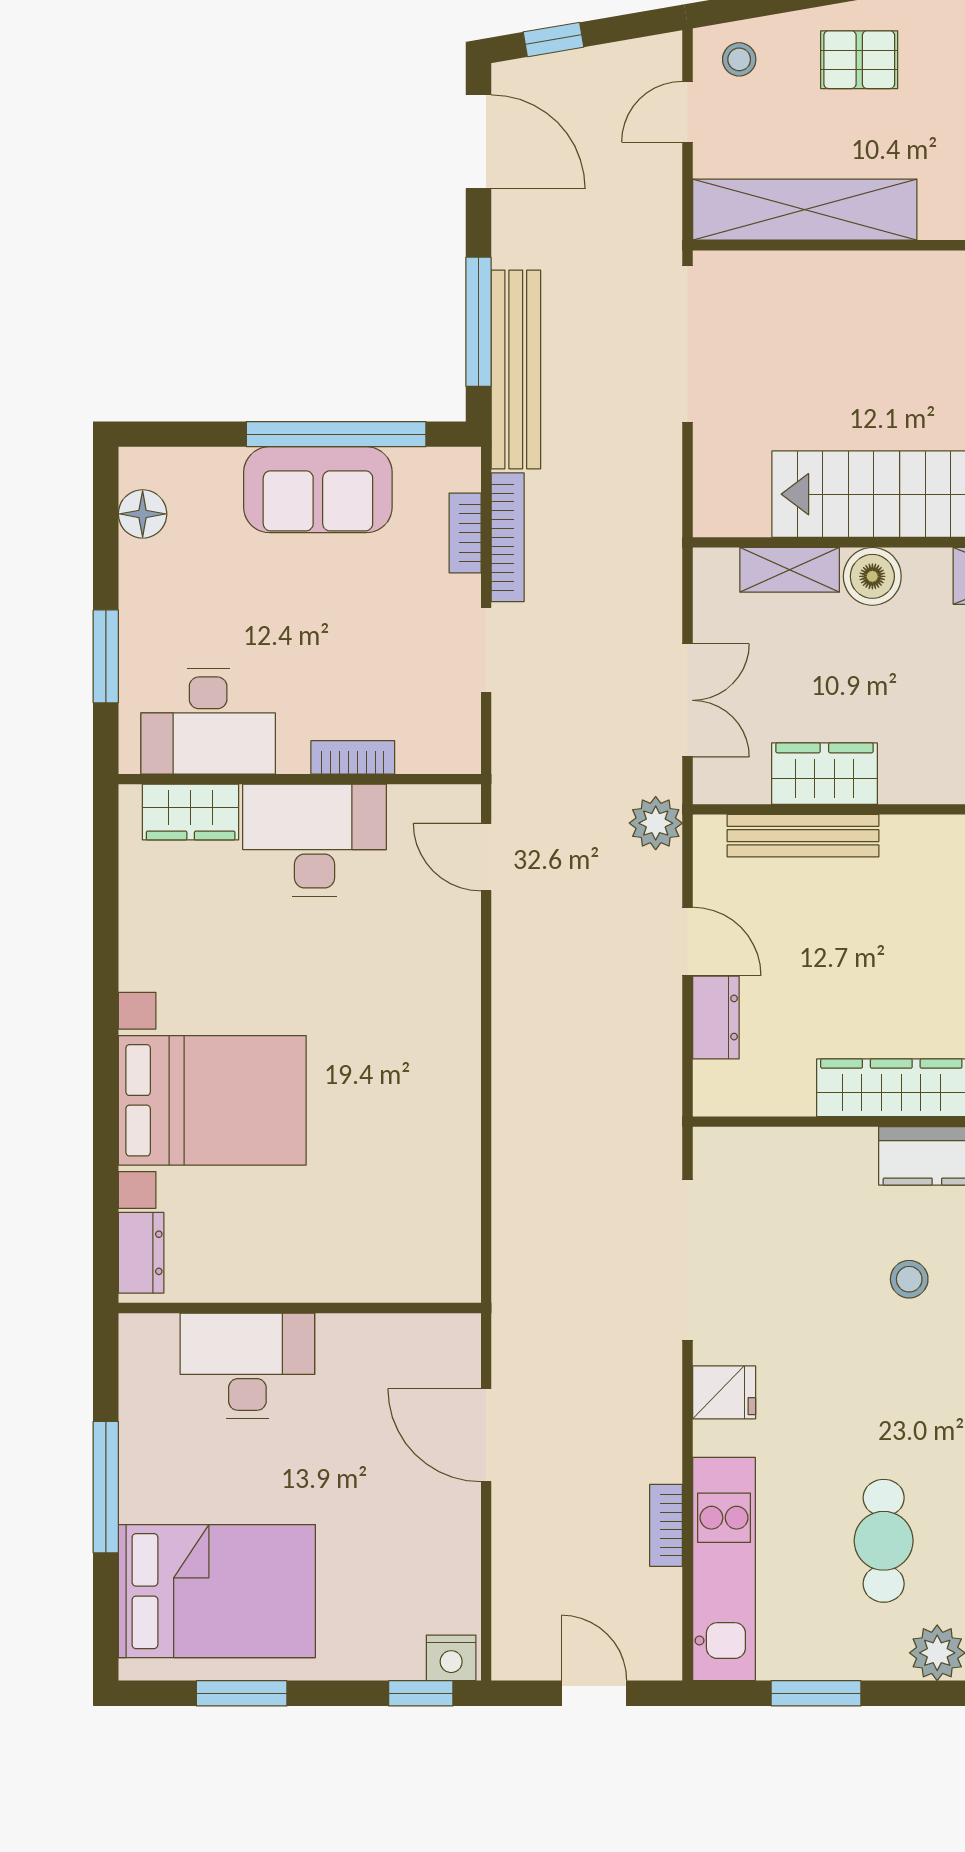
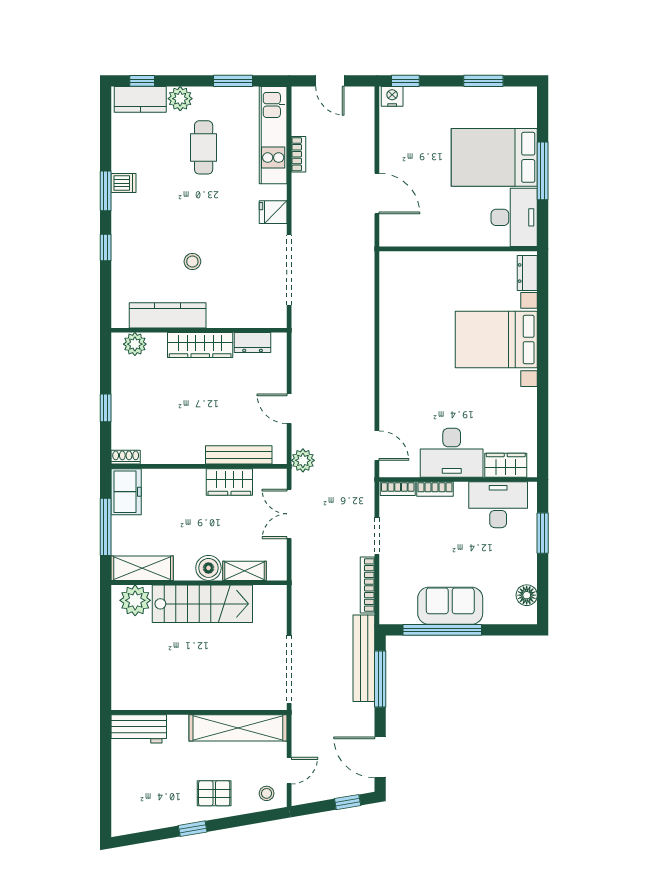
bookcase: (465, 533) -> (398, 489), moved, turned 90
dresser: (716, 1017) -> (253, 343), moved, turned -90
desk: (247, 1366) -> (514, 217), moved, turned -90
bed: (217, 1591) -> (494, 157), moved

